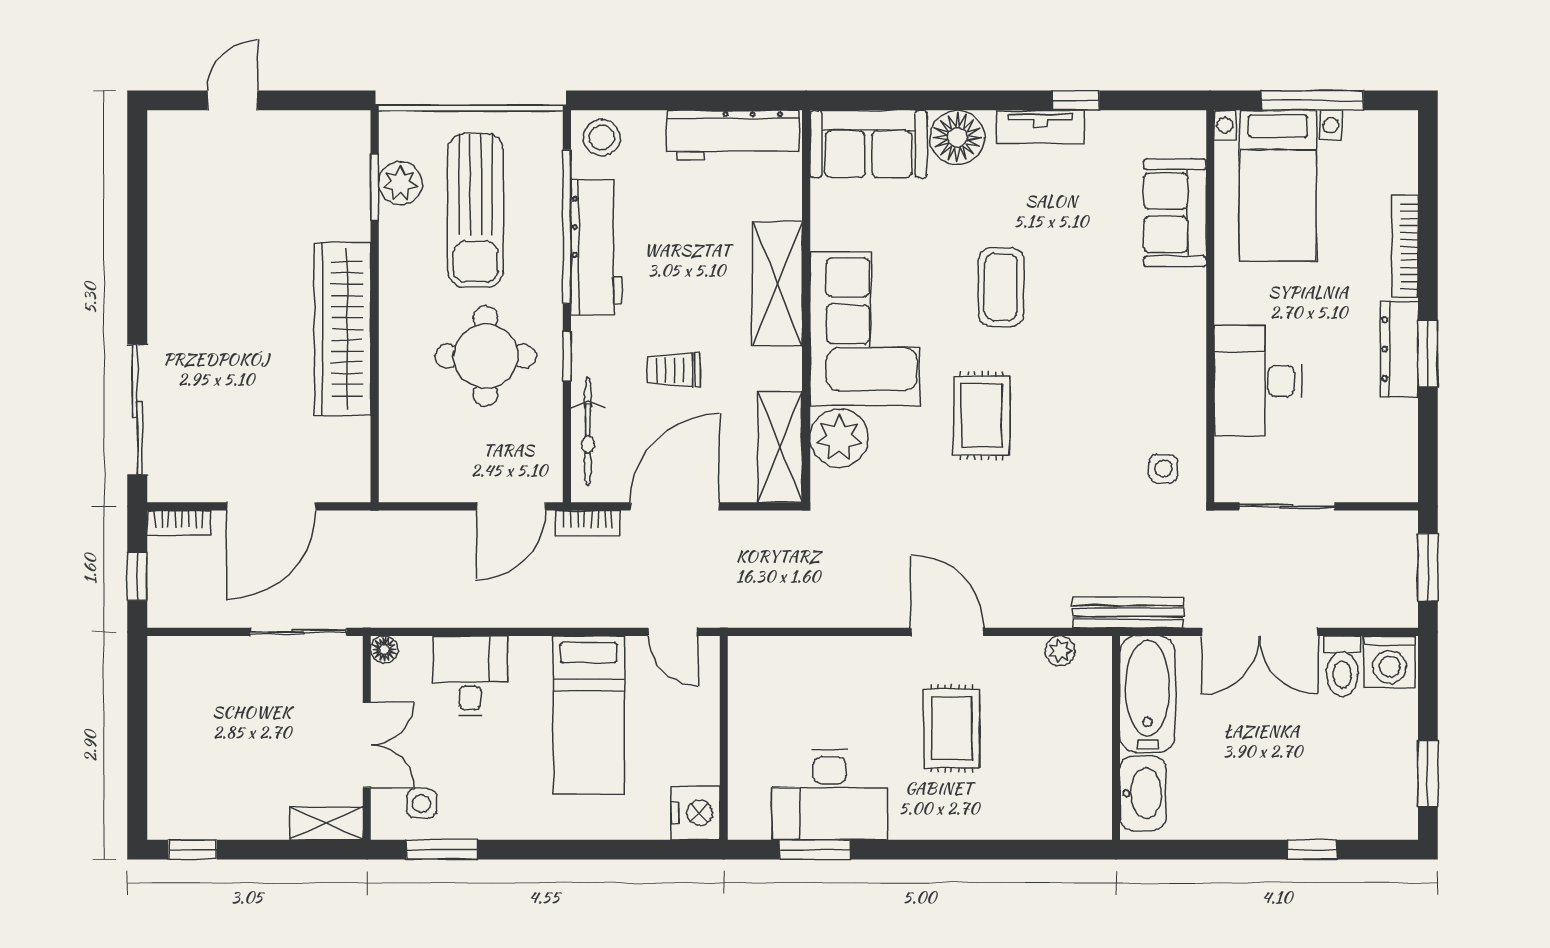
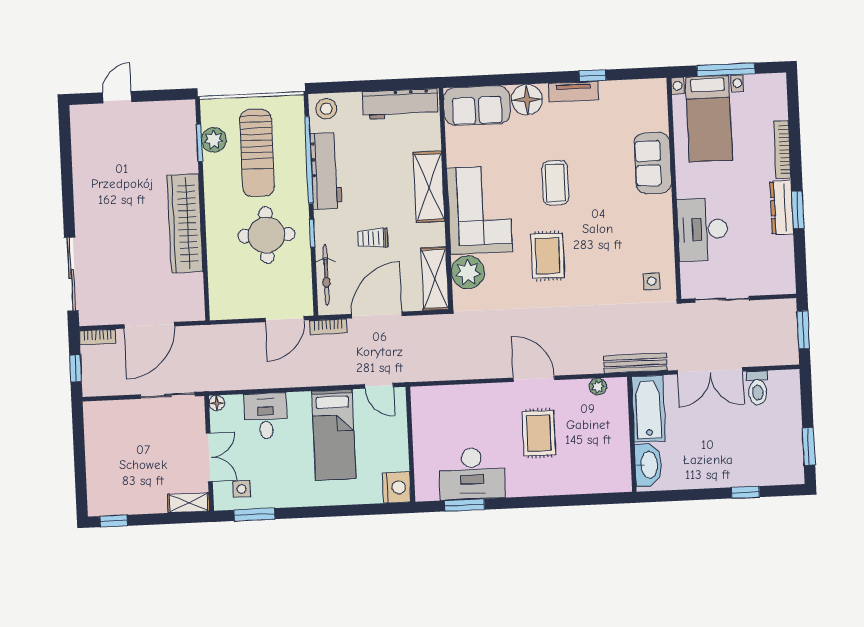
sofa: (1175, 213) -> (653, 163), moved
washing machine: (1390, 662) -> (784, 384), removed

